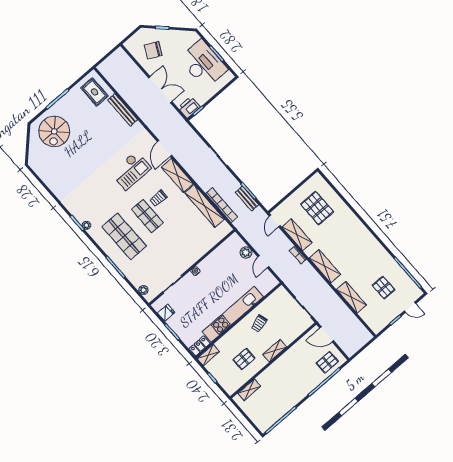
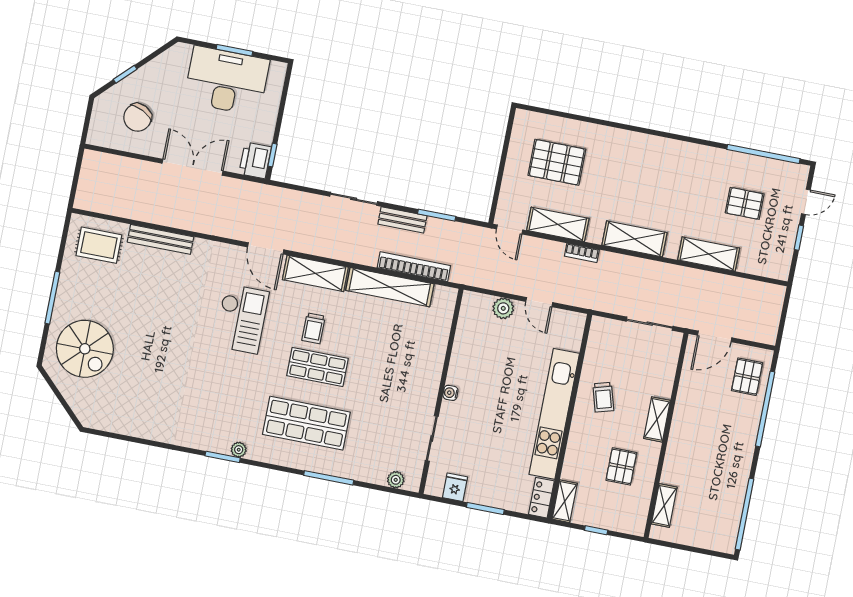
bench: (247, 199) -> (402, 220), moved

